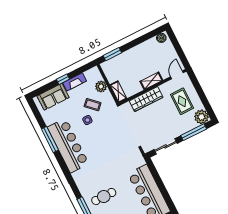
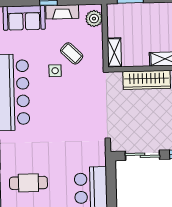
plant: (101, 87) -> (94, 19), moved

